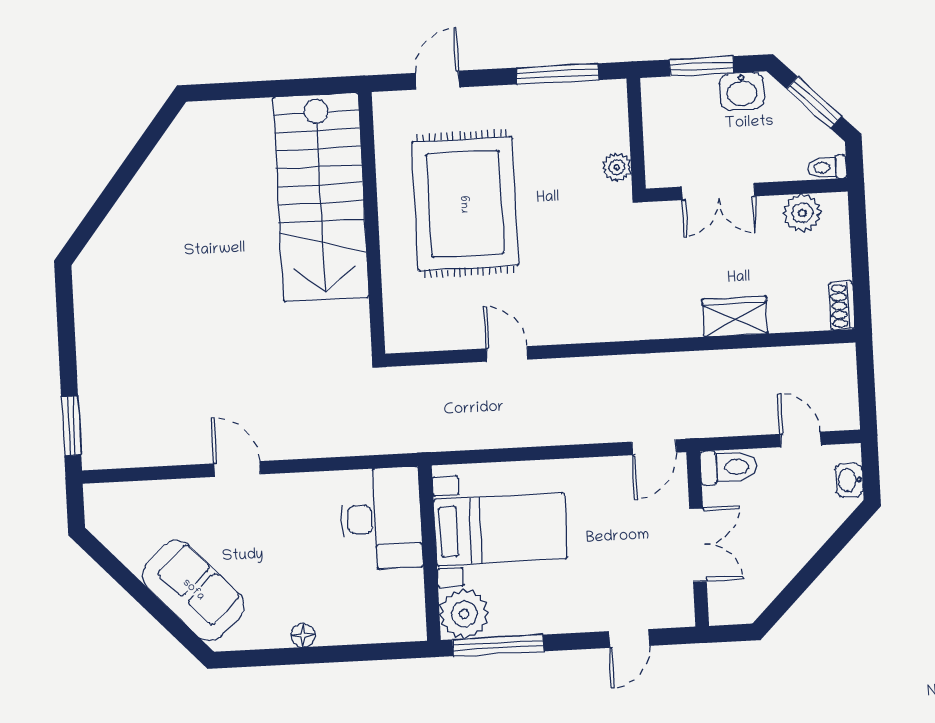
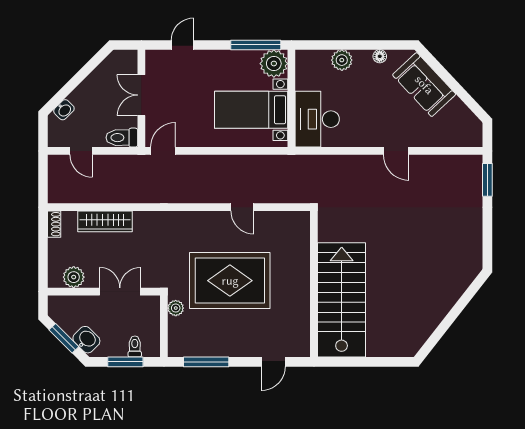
washbasin: (742, 91) -> (86, 340), moved, turned 45
toilet: (827, 167) -> (135, 347), moved, turned -90
rug: (465, 204) -> (230, 281), moved, turned 90
wardrobe: (735, 316) -> (105, 221), width x1.50
washbasin: (849, 480) -> (64, 110), moved, turned 45
plant: (343, 626) -> (342, 60), added
floor lamp: (303, 635) -> (380, 56), moved

